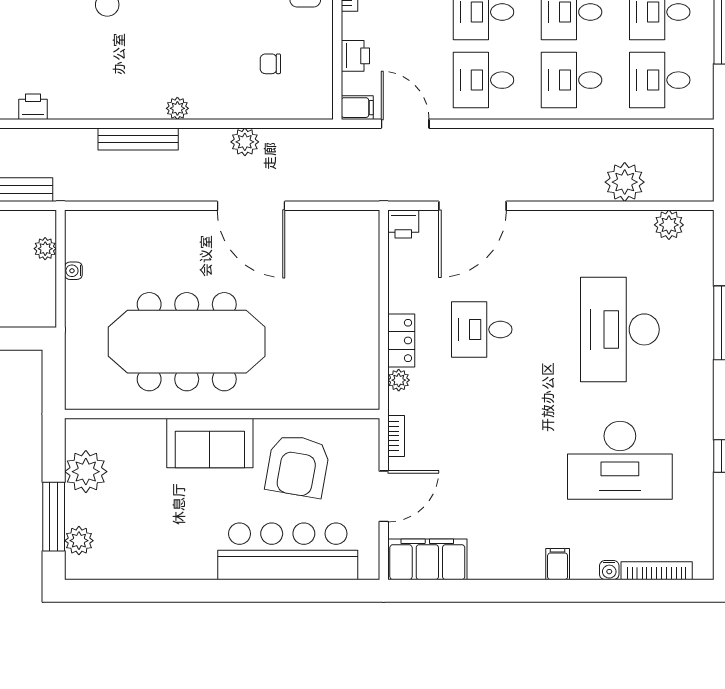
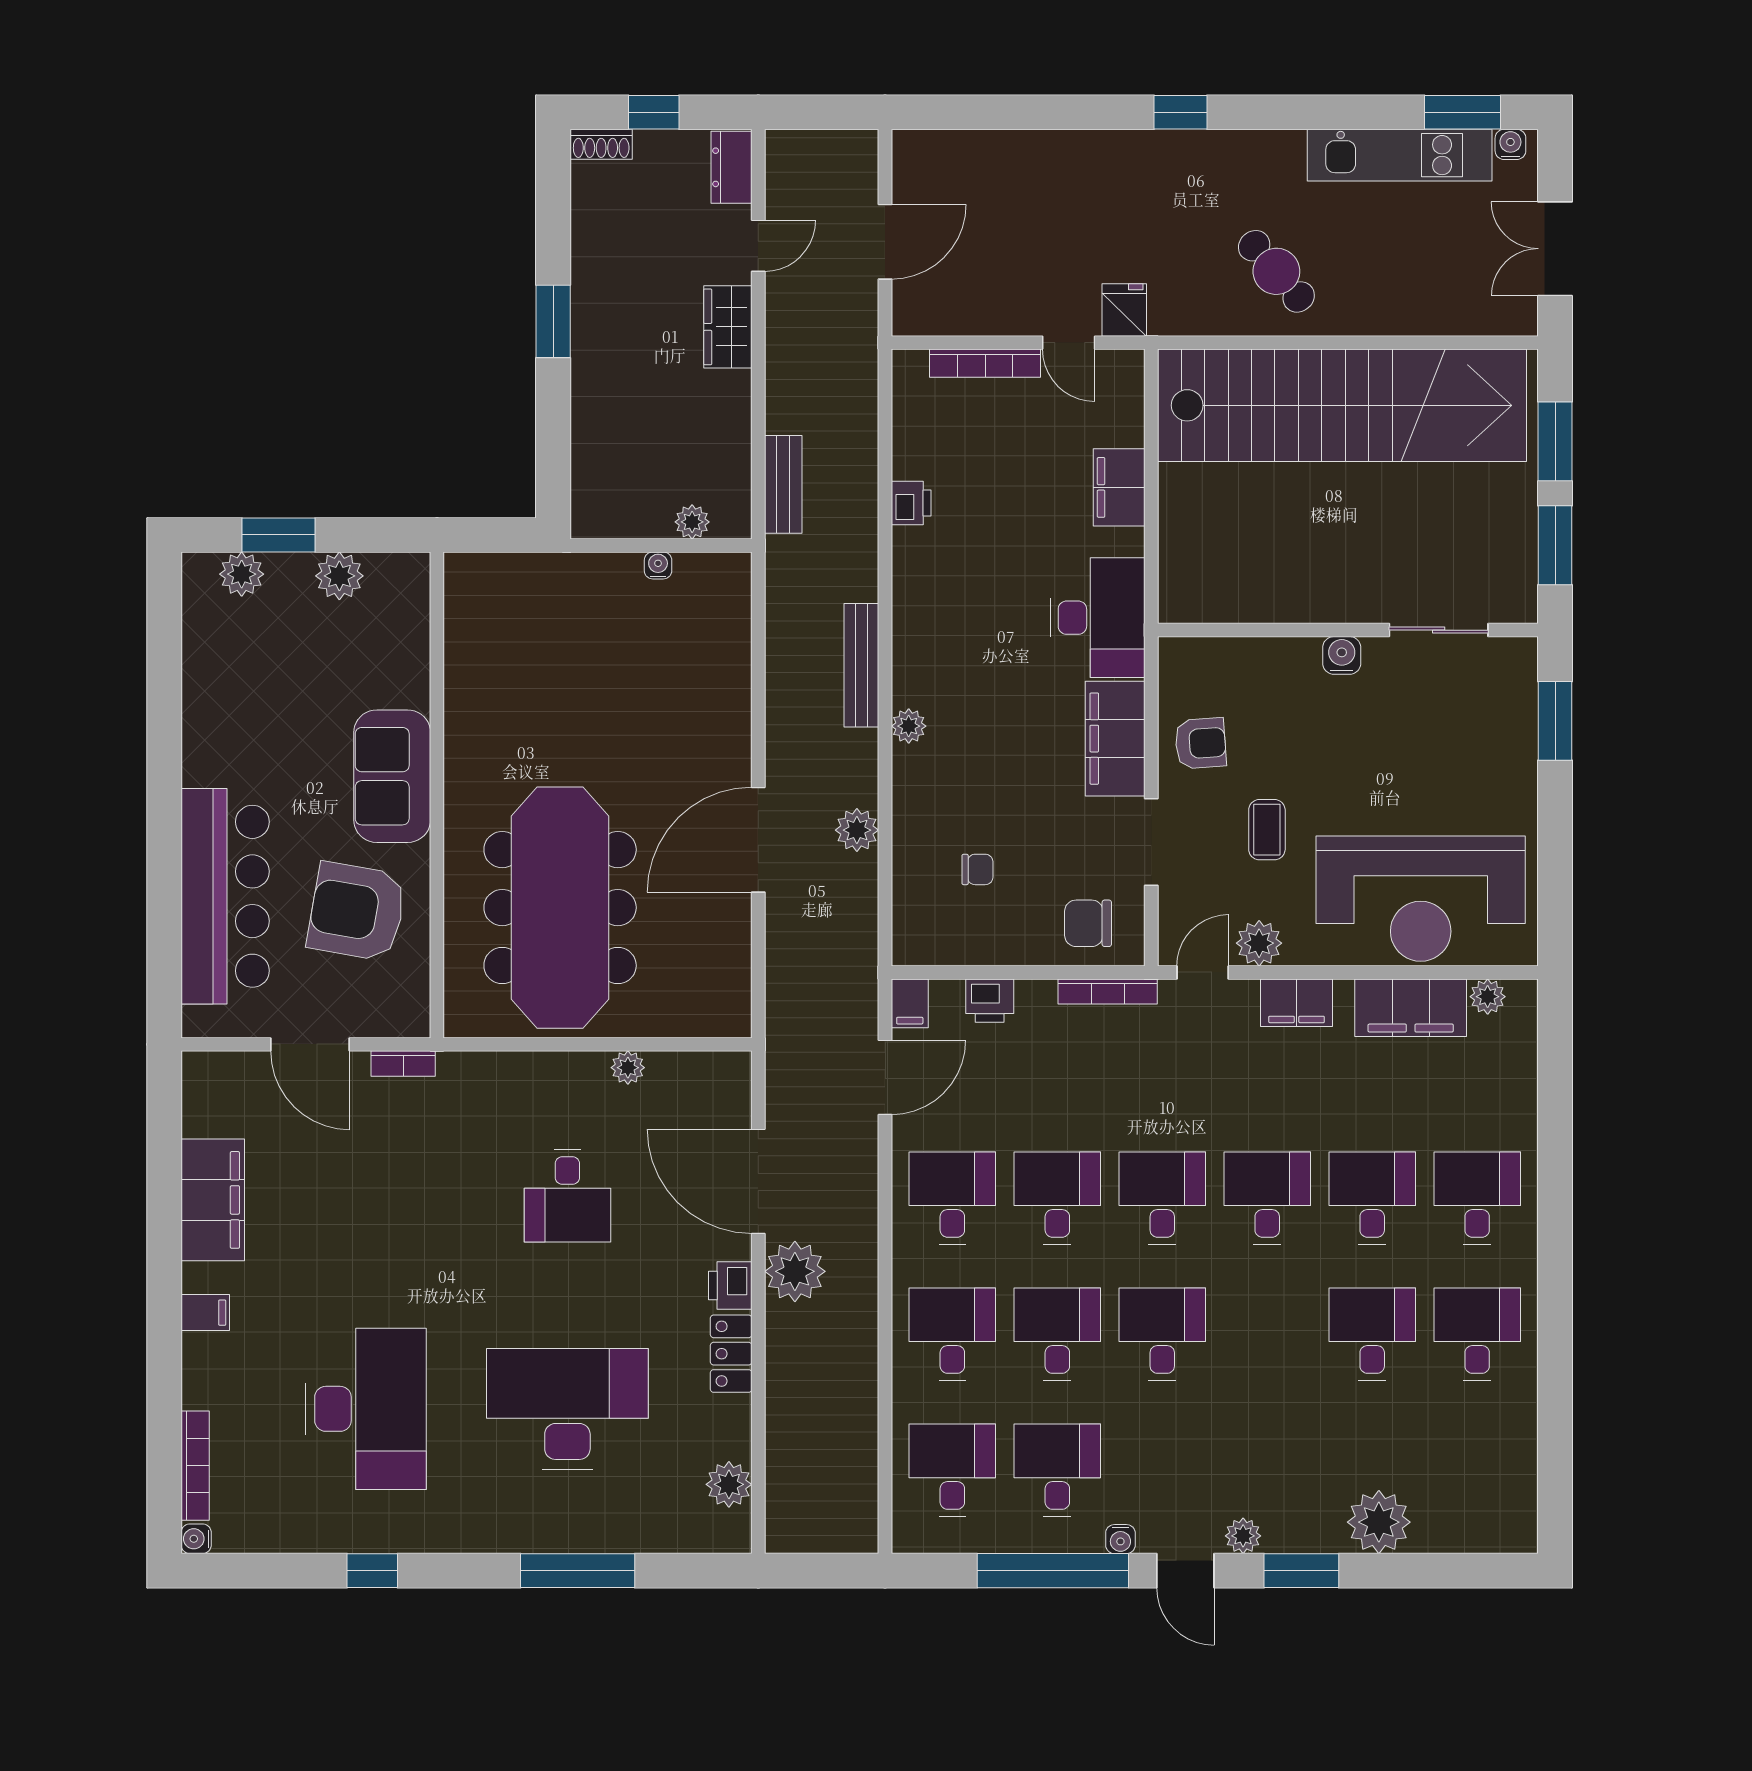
chair: (270, 64) -> (977, 869), turned 90
plant: (625, 182) -> (795, 1271), moved
printer: (403, 224) -> (730, 1285), moved
desk: (482, 329) -> (567, 1196), turned 180
locker: (401, 340) -> (731, 1354), moved, turned 90
meeting table: (187, 342) -> (560, 908), moved
plant: (399, 380) -> (628, 1068), moved
desk: (620, 460) -> (366, 1409), turned 180
plant: (86, 472) -> (339, 576), width x0.73, depth x0.73
window: (54, 517) -> (279, 535), width x0.69
filing cabinet: (427, 559) -> (213, 1200), moved
water cooler: (609, 570) -> (196, 1539), moved

